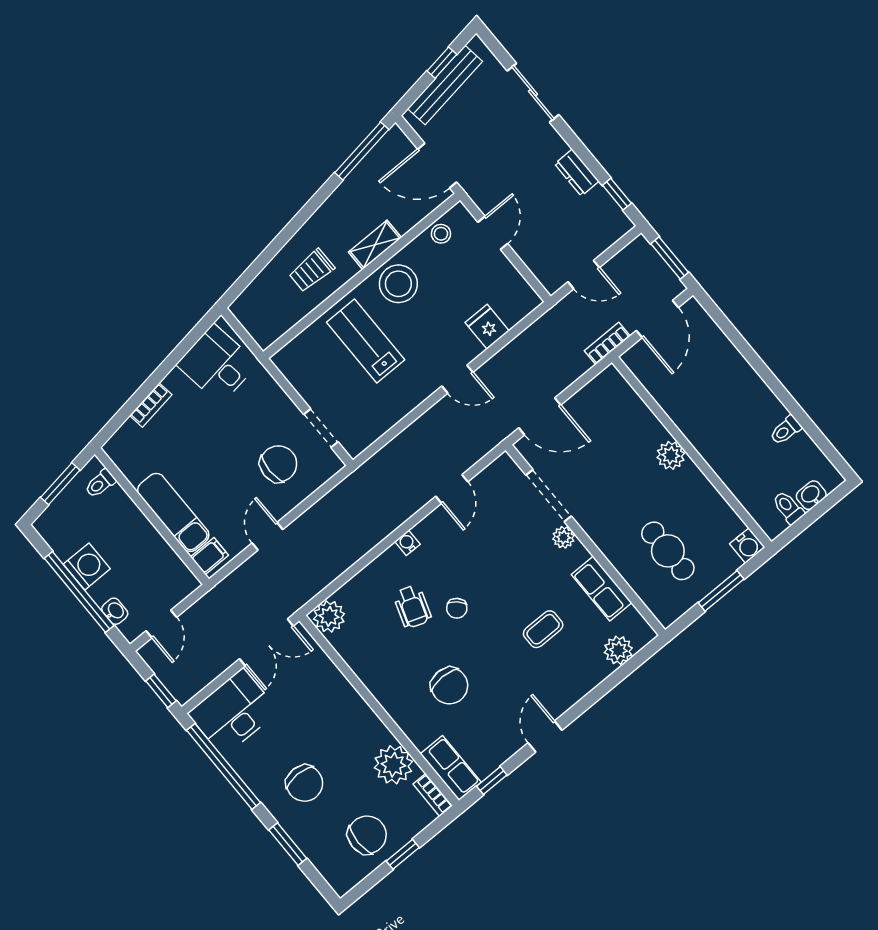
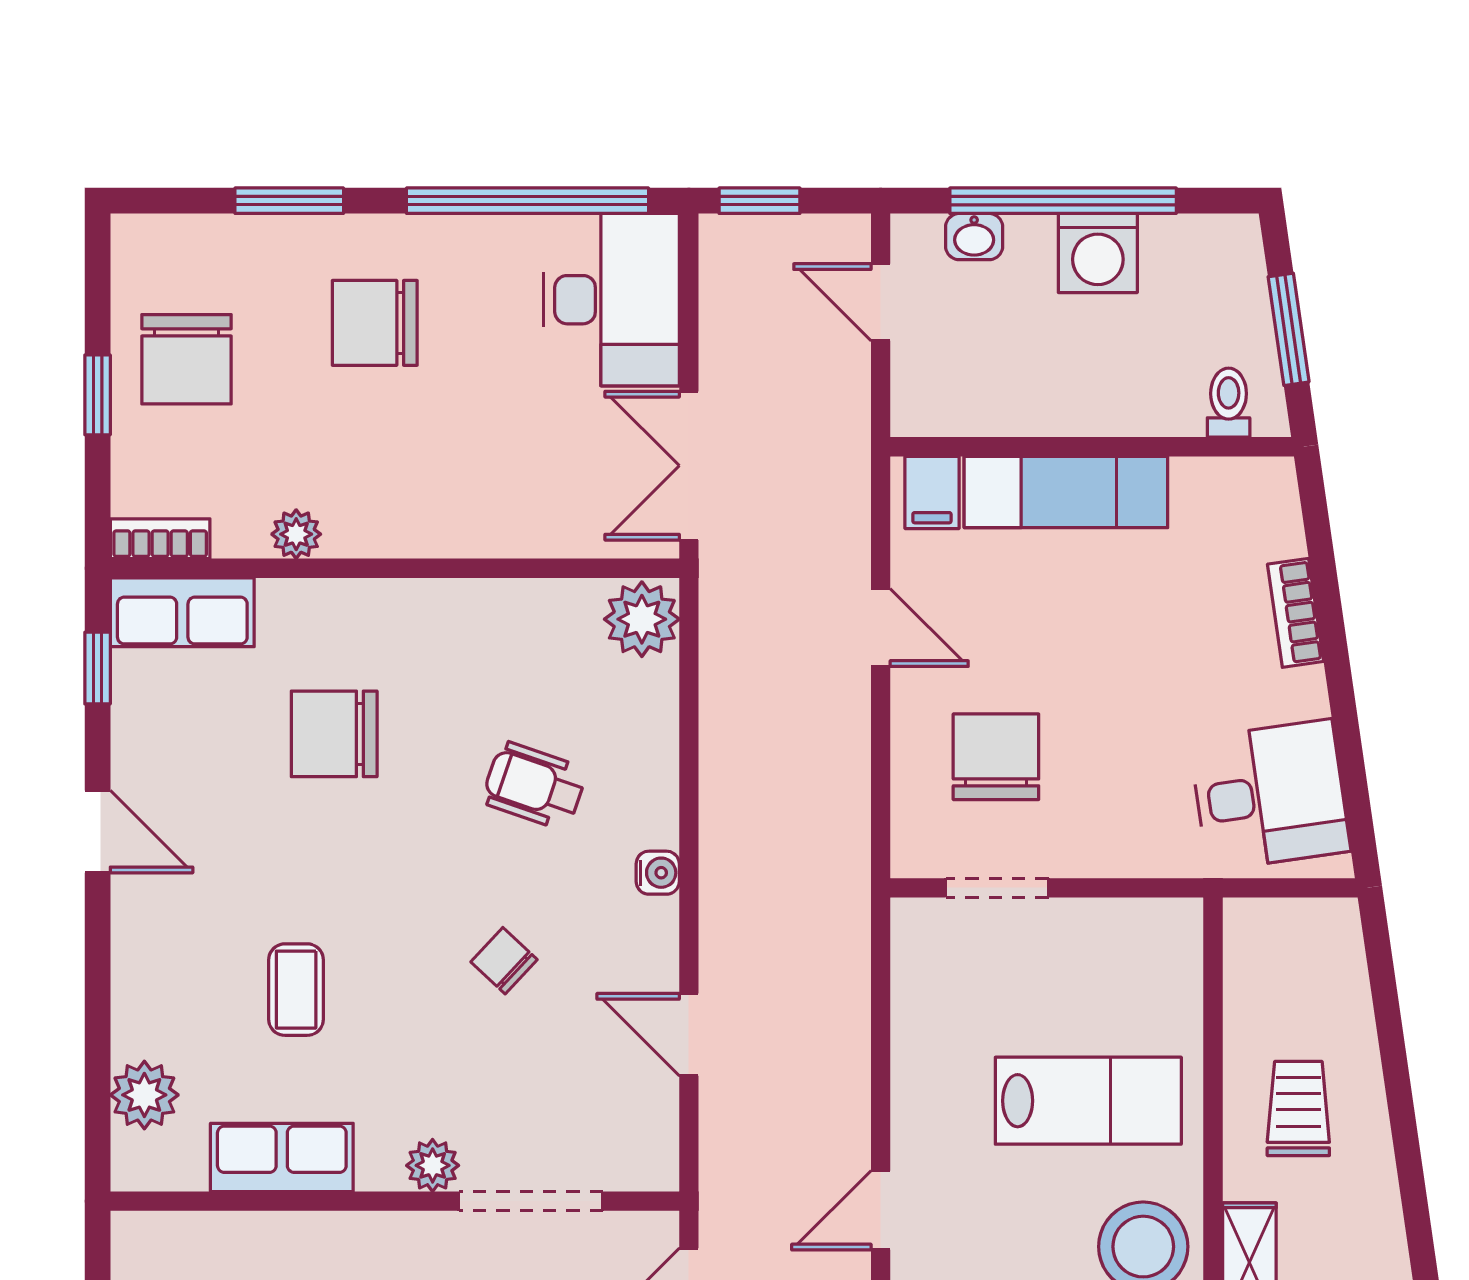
chair: (278, 464) -> (996, 757), turned 180
chair: (457, 608) -> (504, 961), moved
plant: (393, 765) -> (296, 534), width x0.53, depth x0.53

